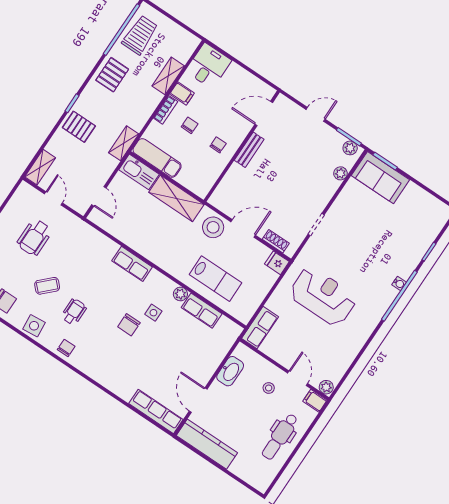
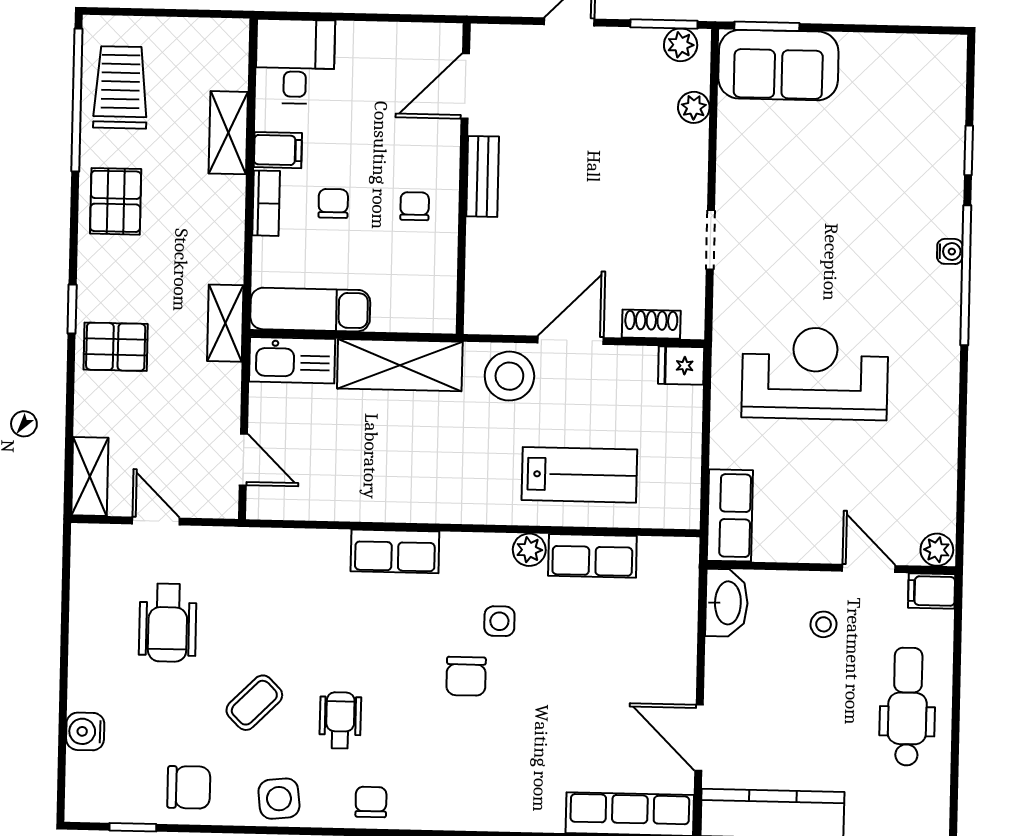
washbasin: (230, 371) -> (727, 603), moved
dental chair: (280, 437) -> (907, 707), turned 180

